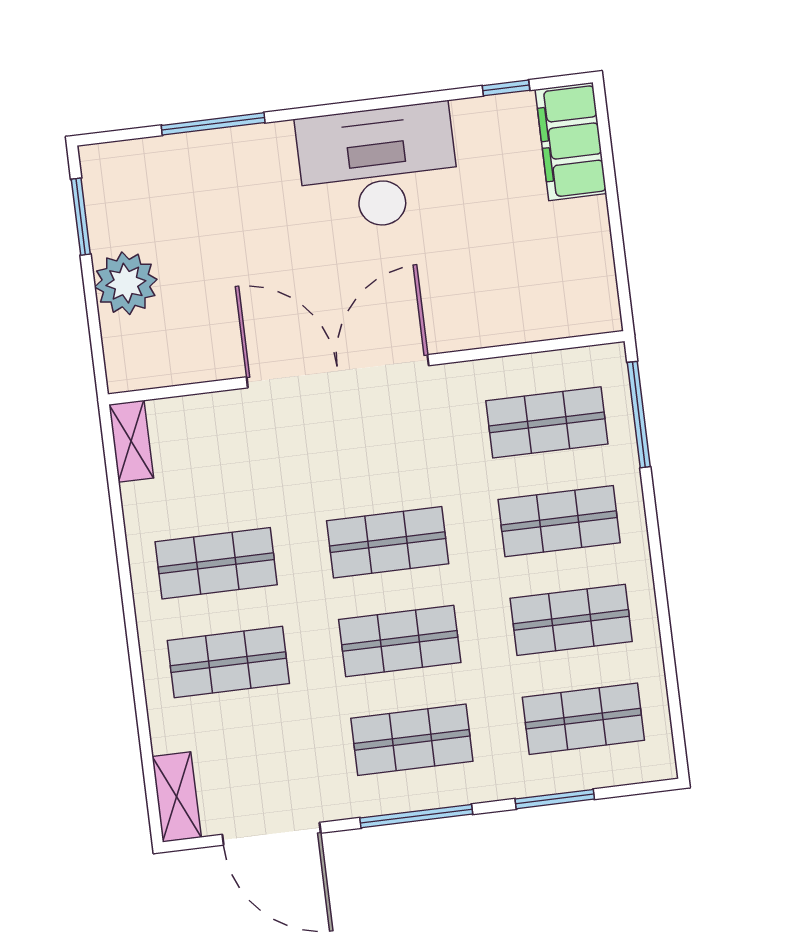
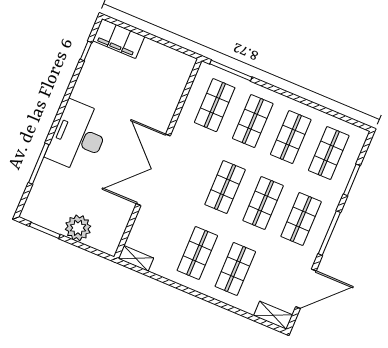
desk: (378, 167) -> (78, 137), moved

